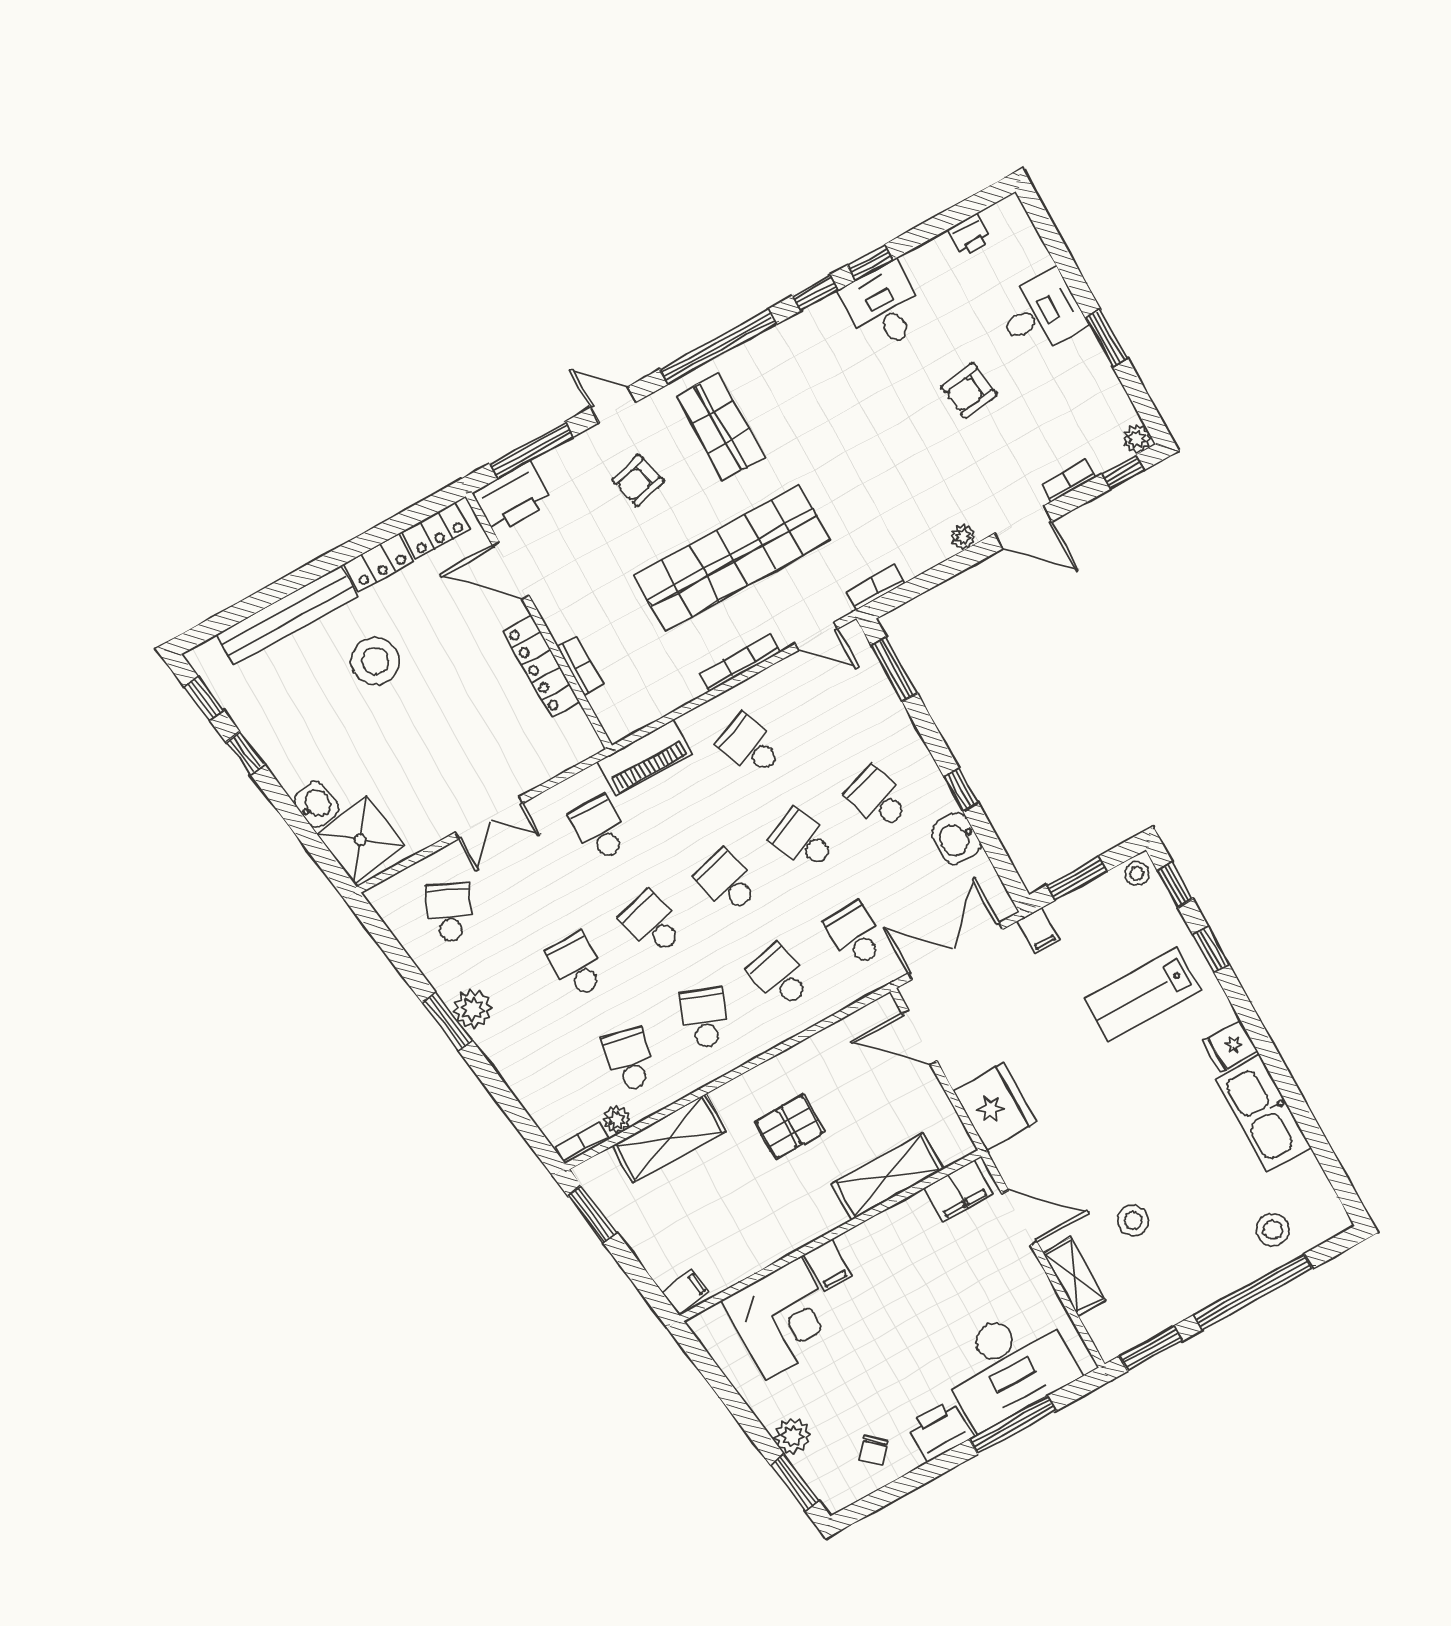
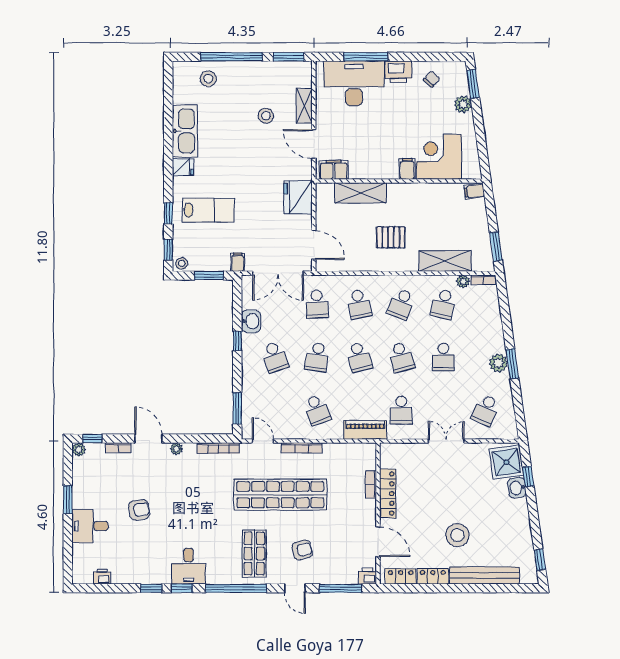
desk: (884, 307) -> (189, 566), moved
printer: (513, 498) -> (368, 576), width x0.53, depth x0.68
bookcase: (875, 587) -> (218, 448), width x1.56
window: (245, 753) -> (528, 477), moved
school desk: (803, 840) -> (317, 357), turned 33

